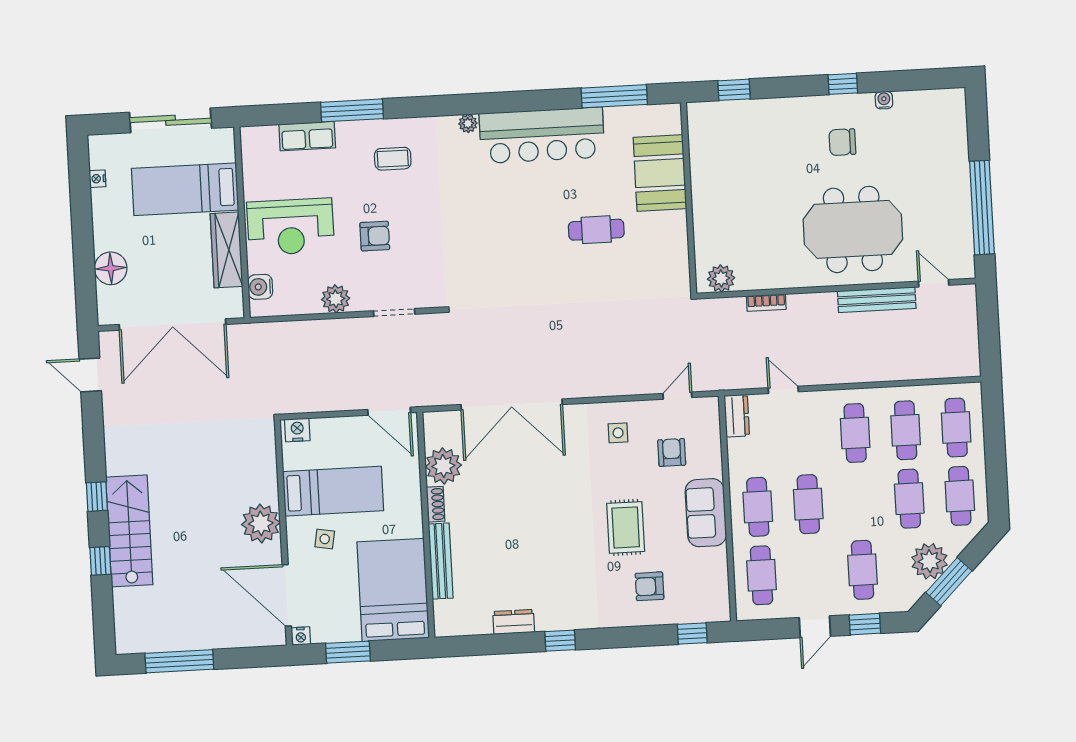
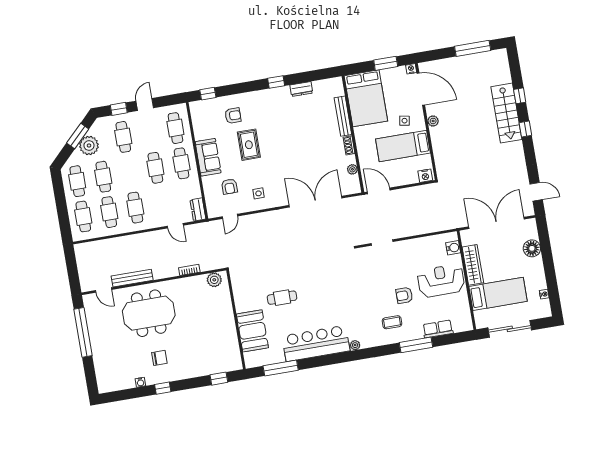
armchair: (375, 236) -> (404, 295), moved
plant: (336, 299) -> (413, 246), removed
plant: (443, 466) -> (352, 169), width x0.53, depth x0.53
plant: (261, 523) -> (433, 121), width x0.53, depth x0.53

